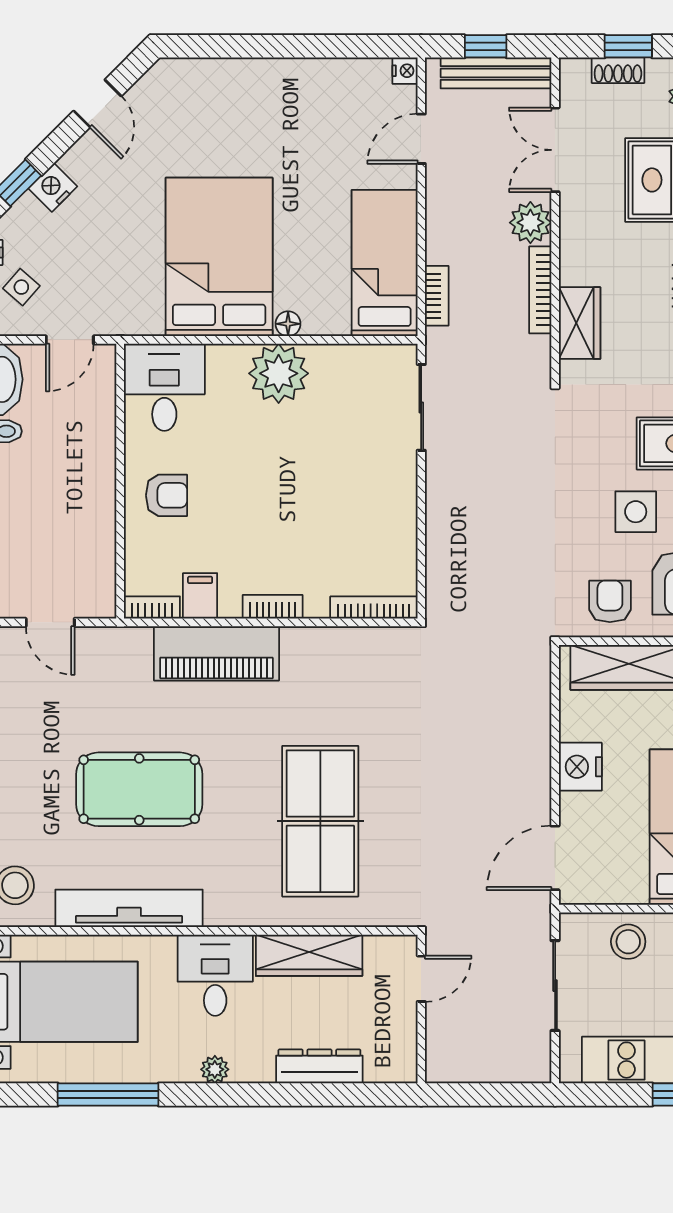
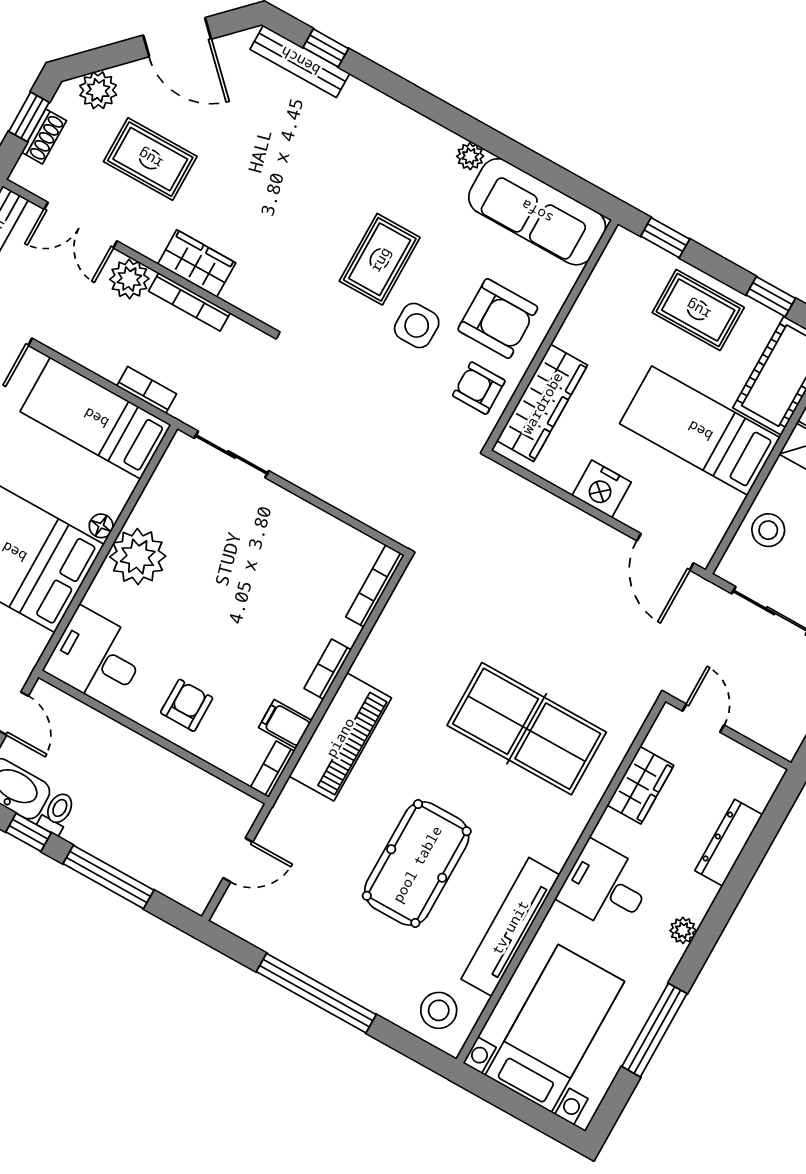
wardrobe: (580, 323) -> (197, 263), moved
wardrobe: (309, 955) -> (640, 785), width x0.67

